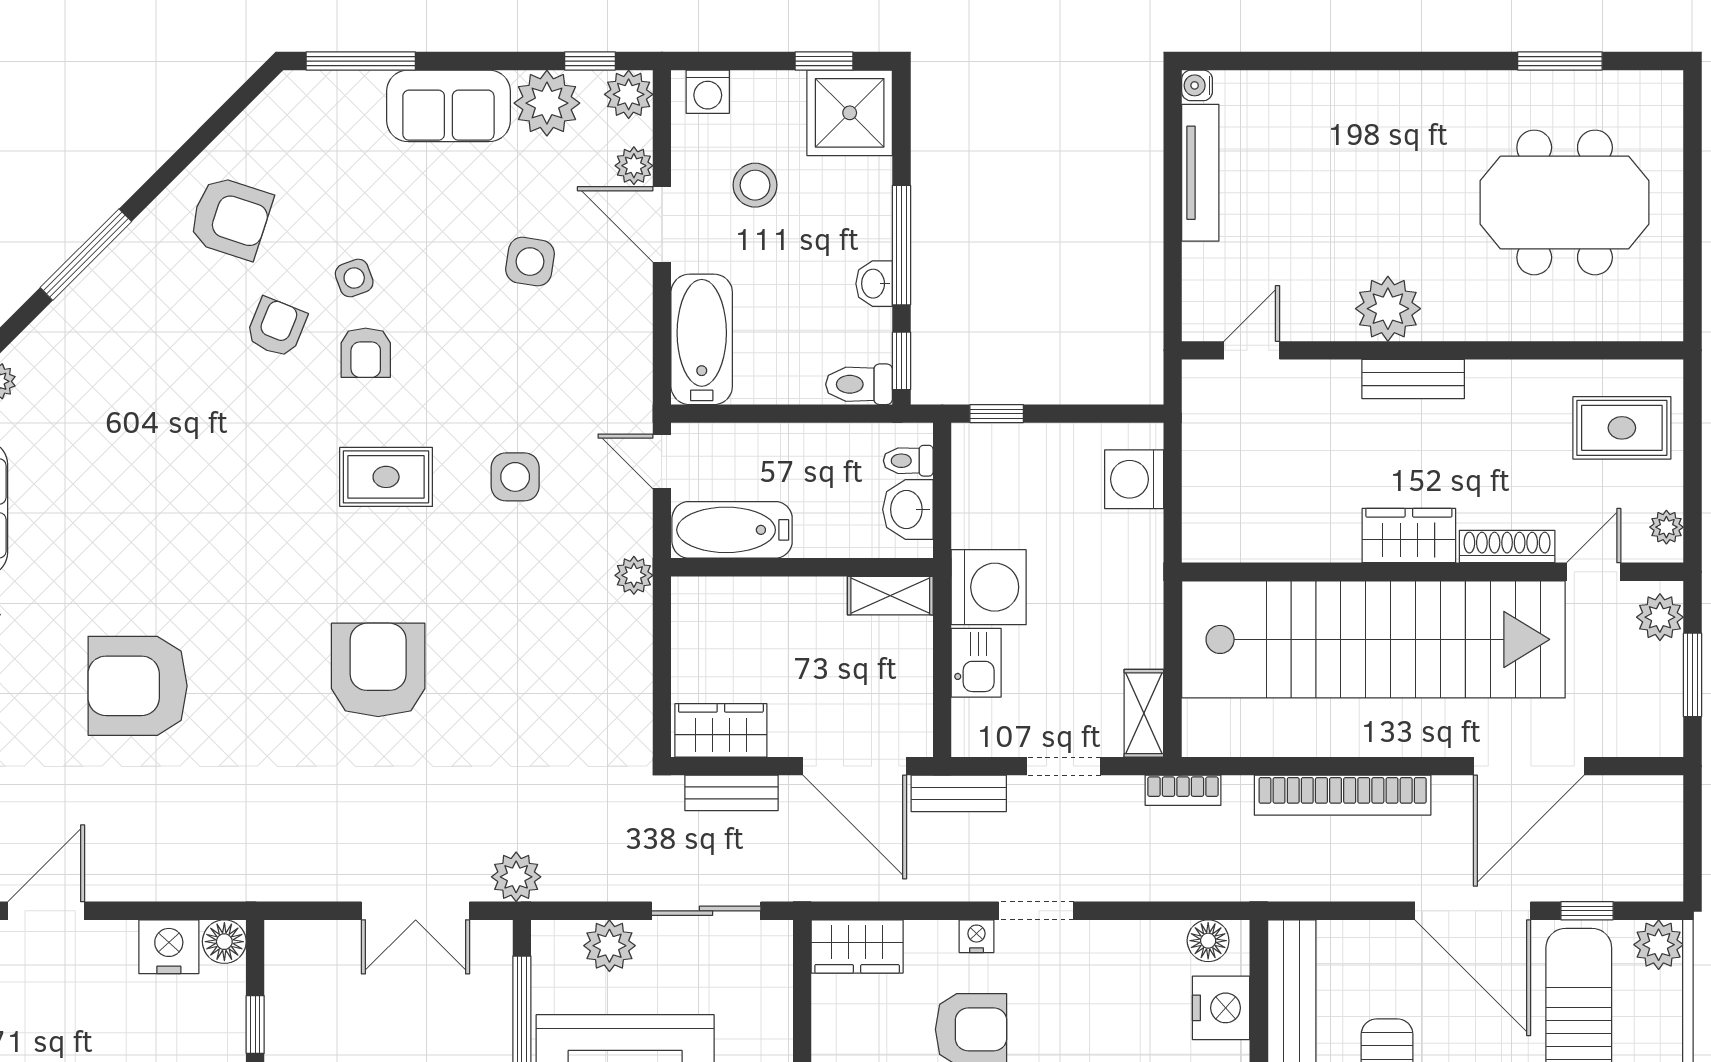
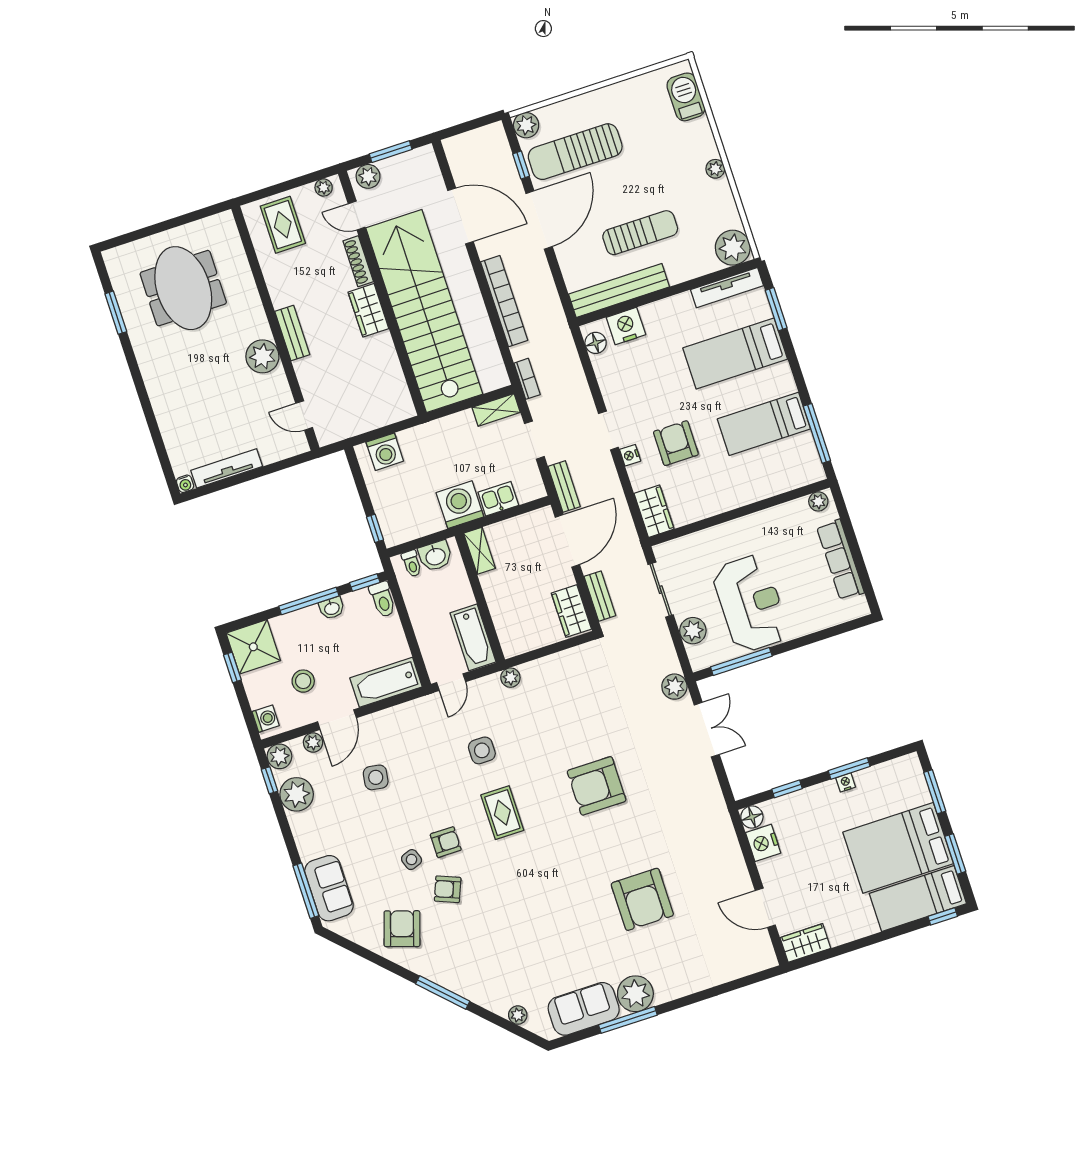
sofa: (448, 106) -> (329, 888), moved

